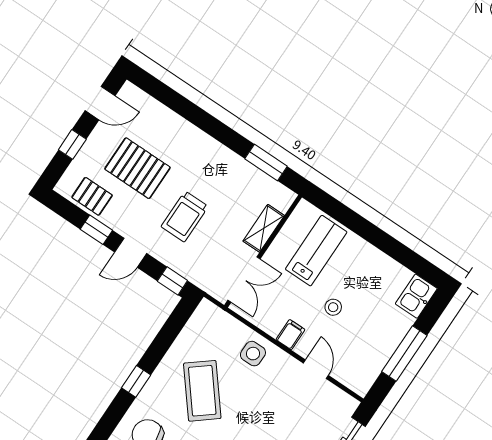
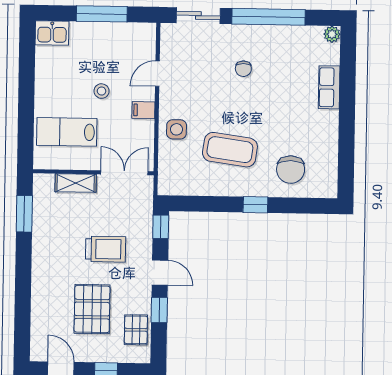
coffee table: (202, 391) -> (230, 150), turned 47

